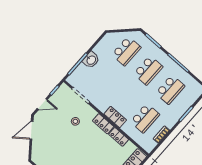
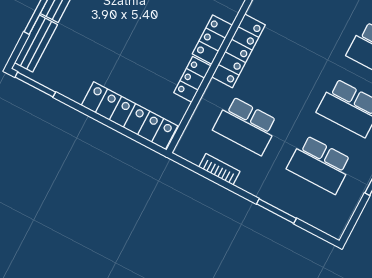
locker: (115, 117) -> (239, 51), width x1.53

